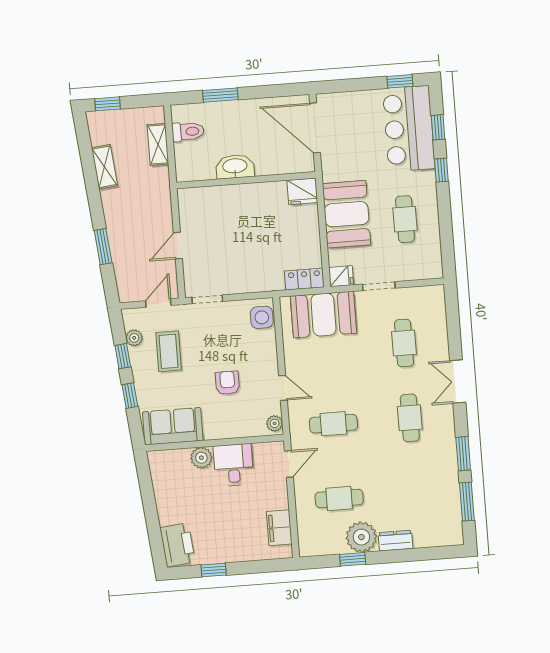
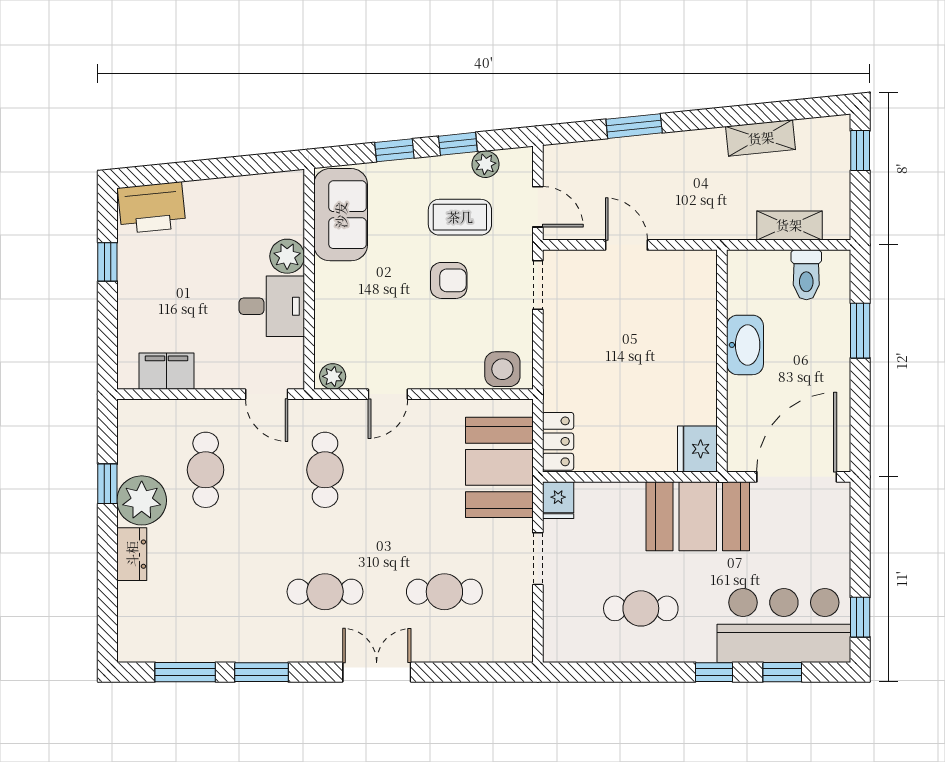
booth: (347, 214) -> (698, 516), moved
armchair: (227, 383) -> (449, 280), moved

